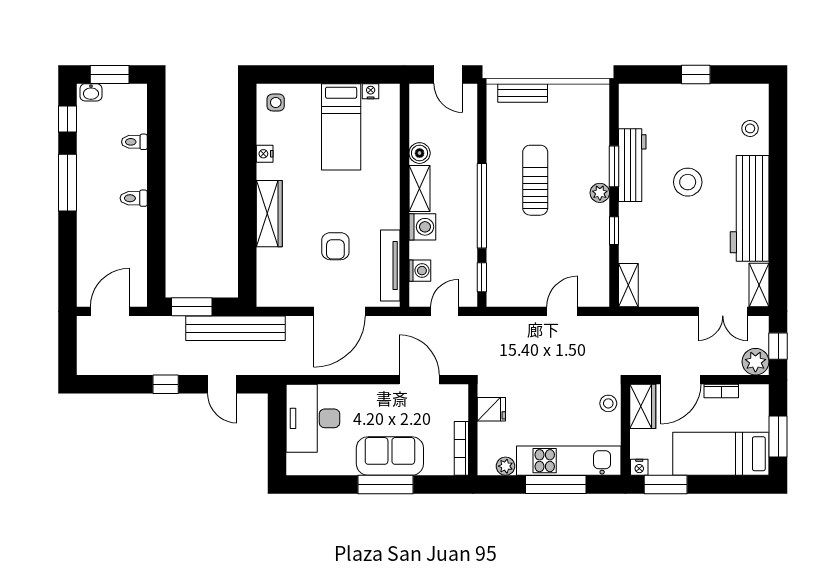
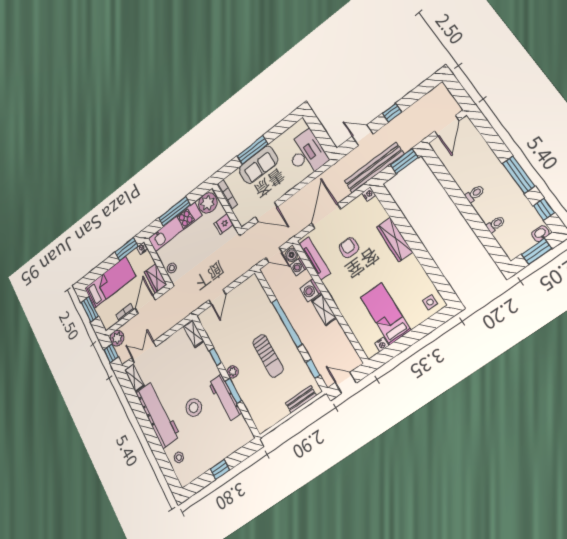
boiler: (420, 153) -> (291, 255), moved
nightstand: (265, 154) -> (369, 194), moved
window: (482, 277) -> (313, 369), moved
door: (444, 311) -> (274, 255), hinge flipped
plant: (506, 466) -> (208, 203), width x1.88, depth x1.88

